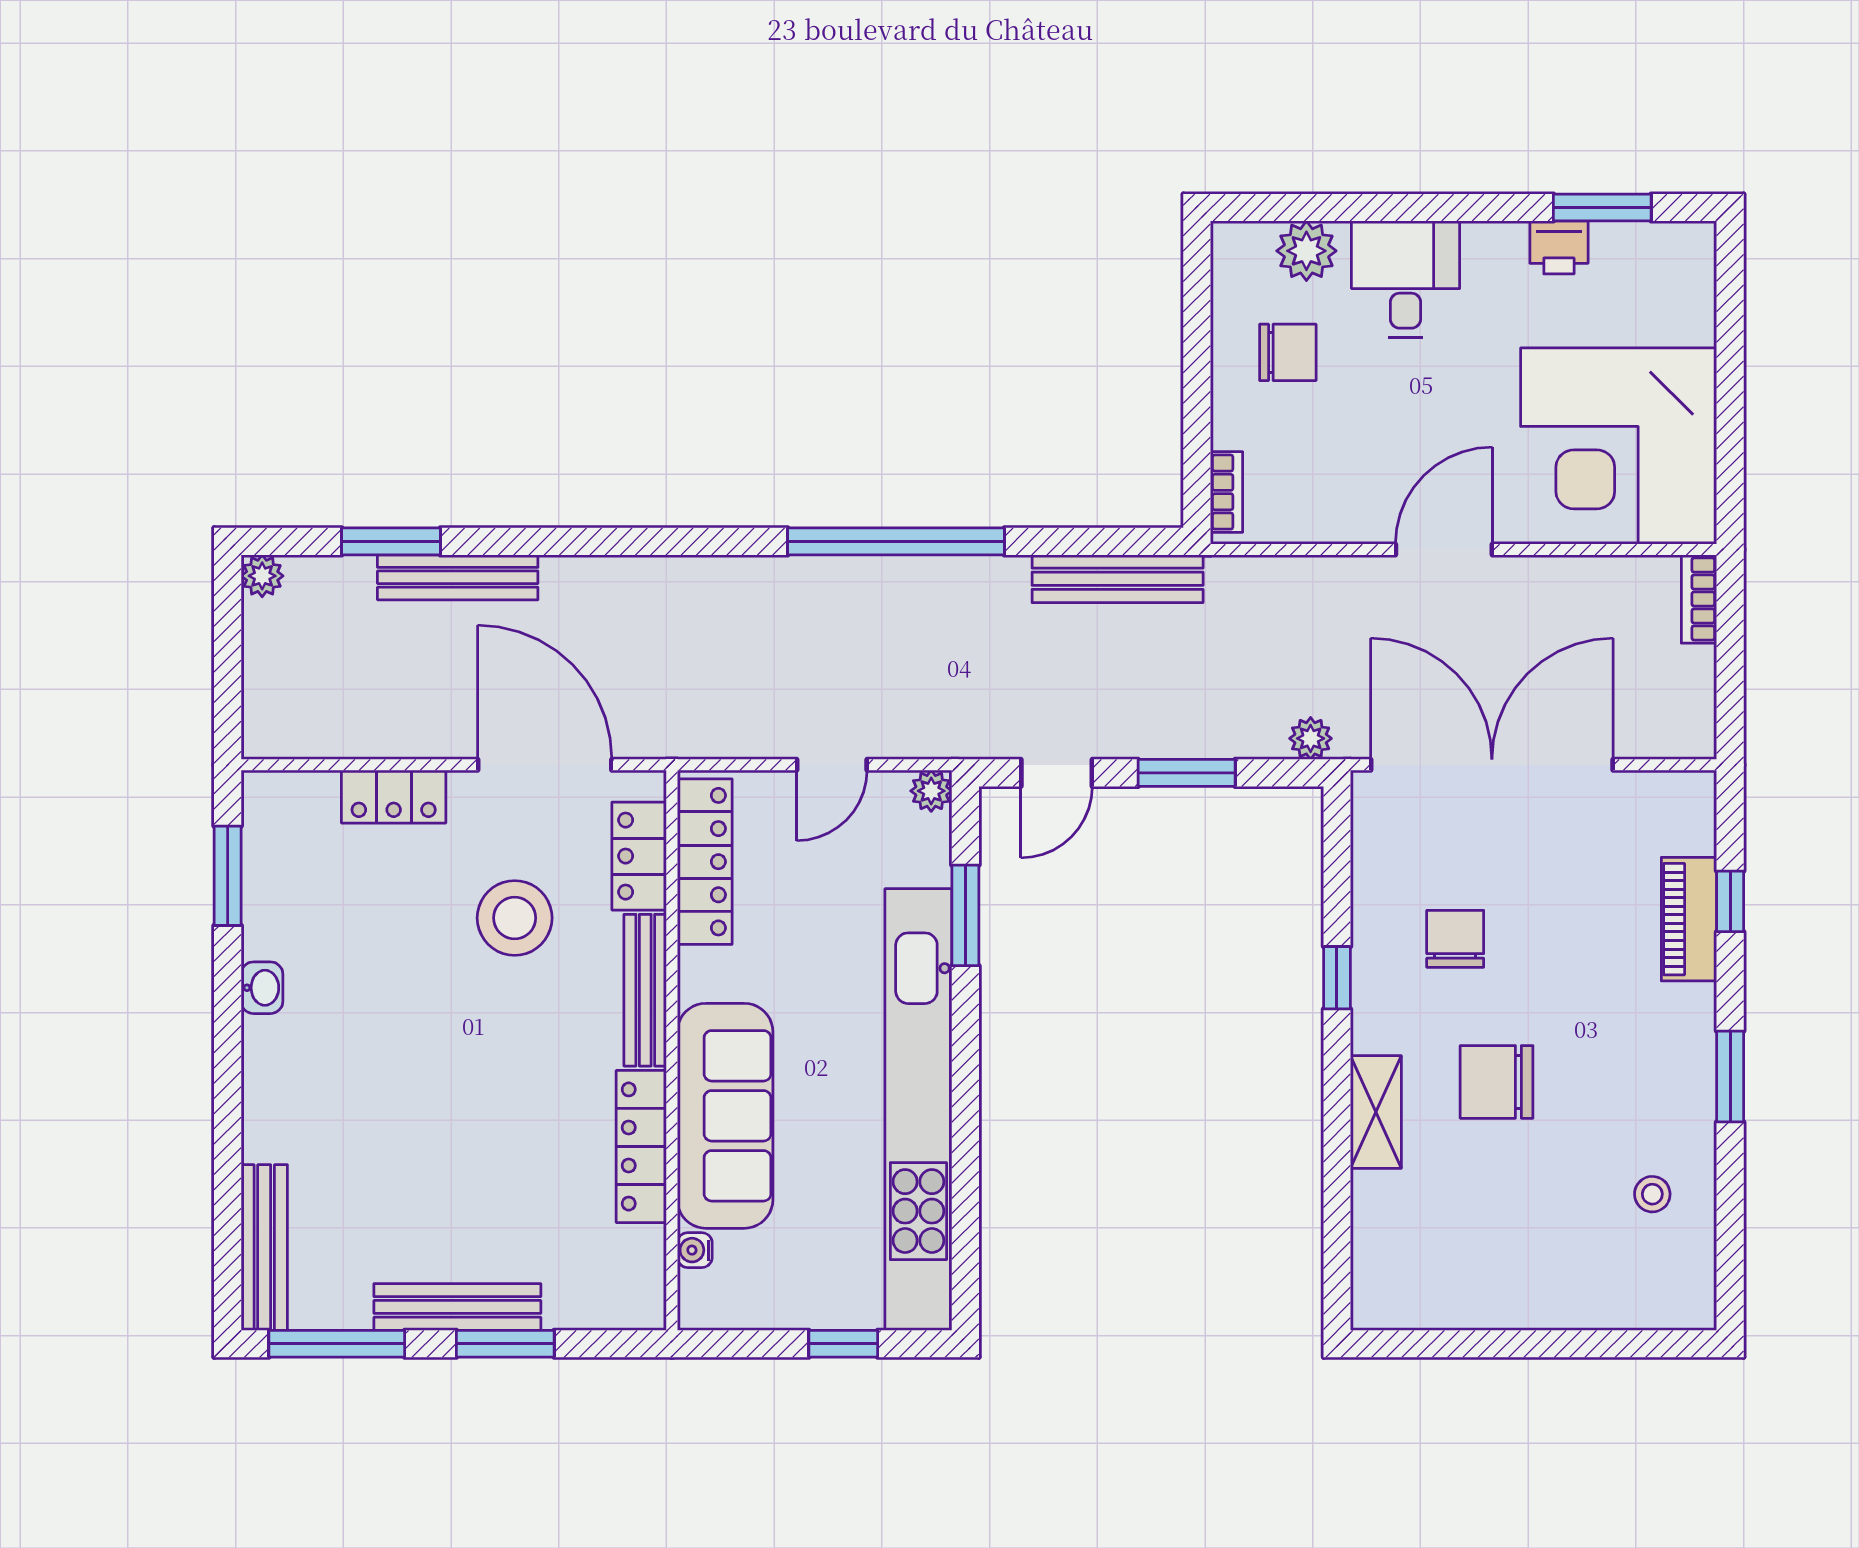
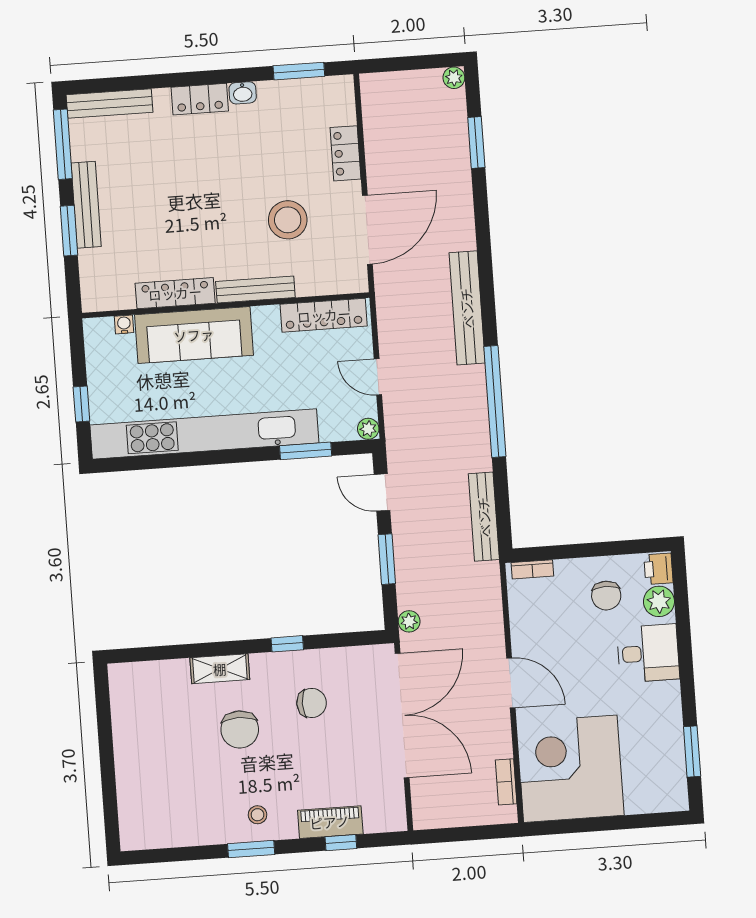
printer: (1559, 247) -> (658, 569), moved
bench: (458, 577) -> (467, 308), moved, width x1.37, depth x1.21
bookcase: (1699, 599) -> (506, 782), moved, turned -90
locker: (639, 856) -> (200, 99), moved, turned 180
chair: (1497, 1082) -> (240, 729), turned 180
stool: (1652, 1194) -> (258, 815), moved

